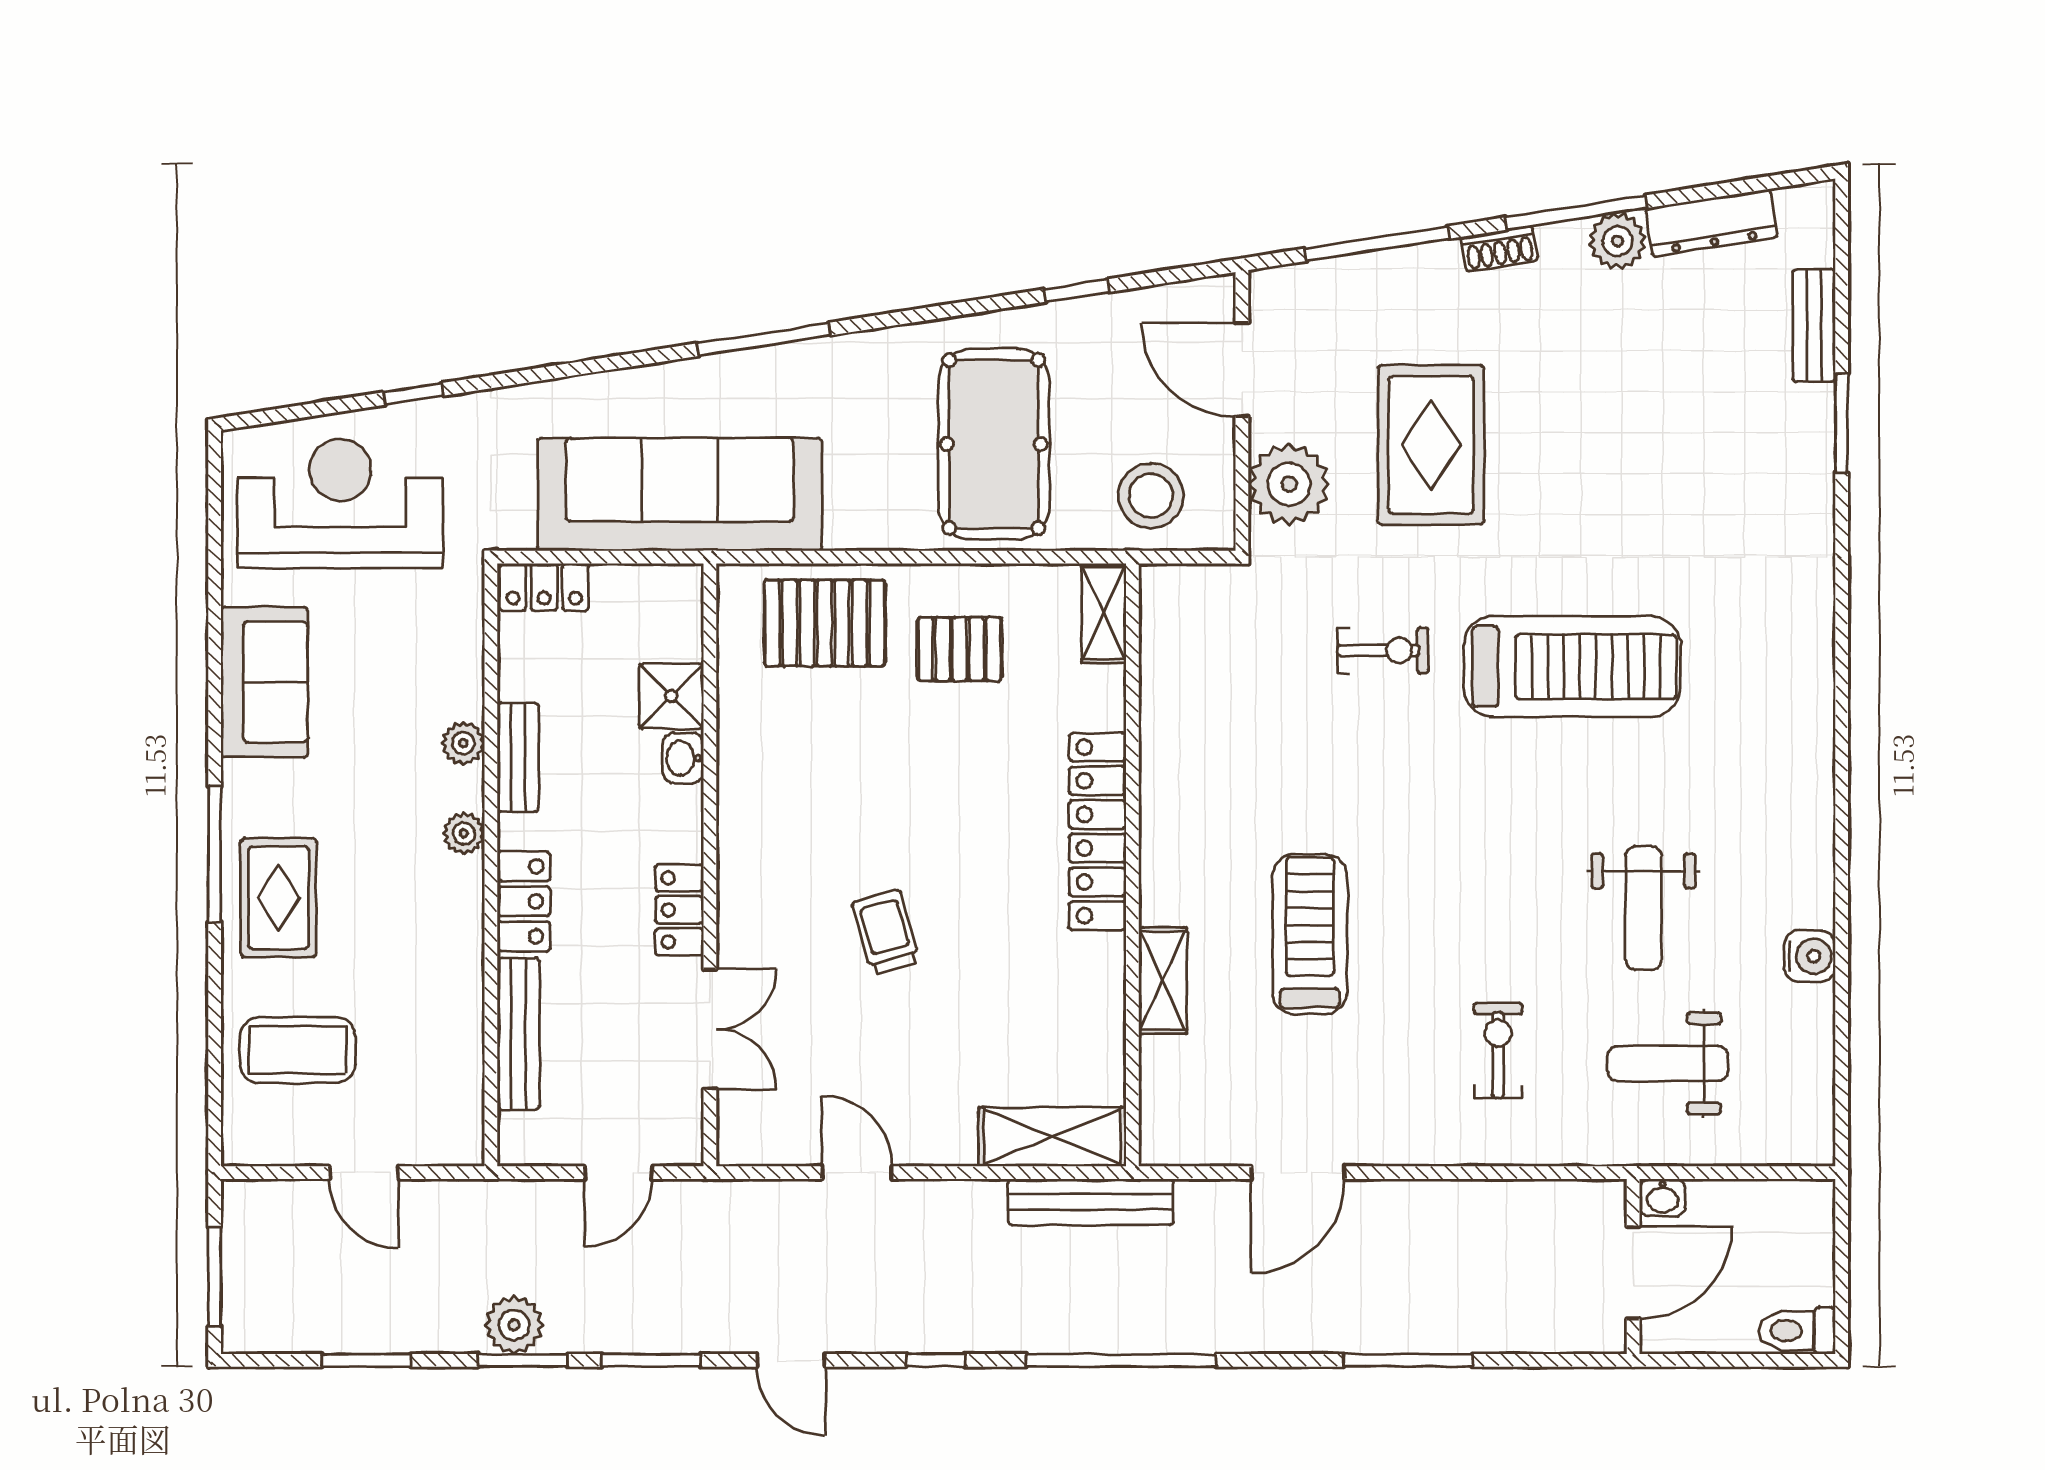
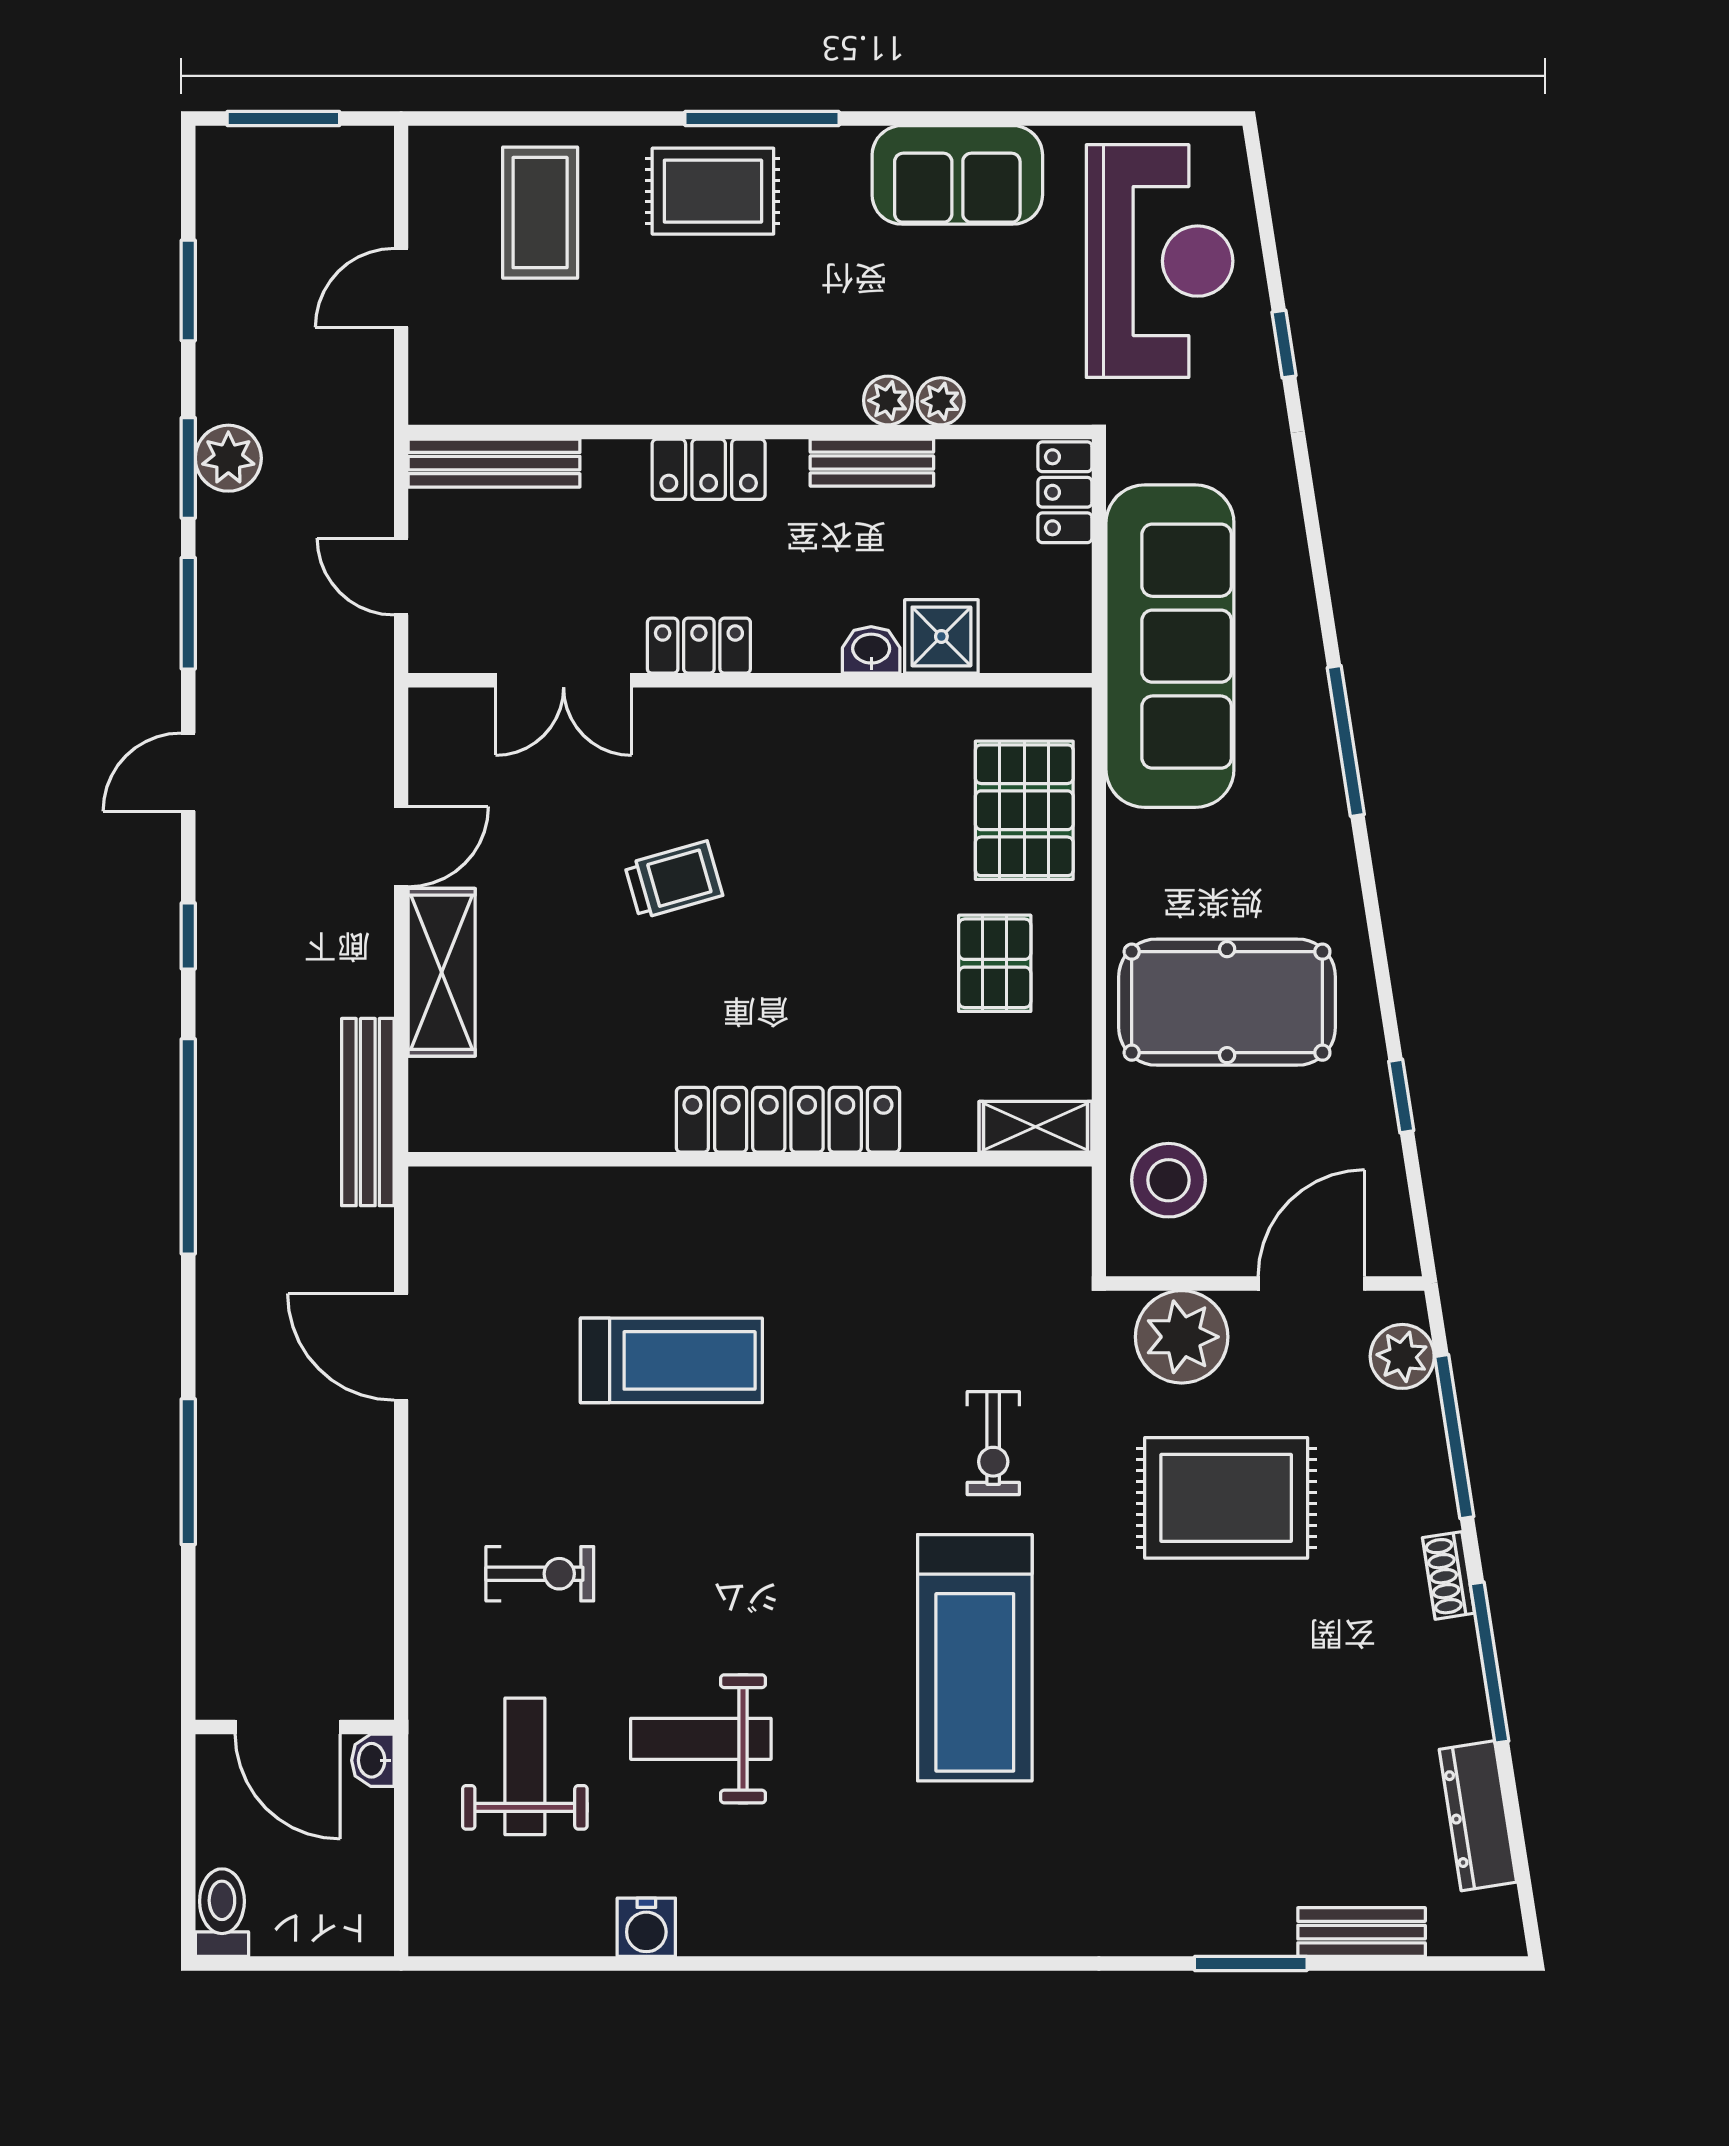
plant: (1618, 241) -> (1402, 1356), moved
plant: (464, 833) -> (941, 401), moved
shelving: (1163, 981) -> (619, 1194), removed
bench: (518, 1034) -> (494, 463), moved
shelving: (1052, 1137) -> (442, 972), moved

